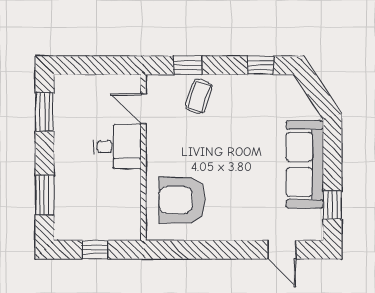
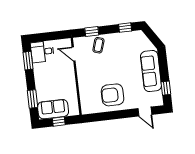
desk: (117, 147) -> (42, 52), moved, turned 180
armchair: (182, 200) -> (113, 95), moved
sofa: (86, 222) -> (53, 109), added

